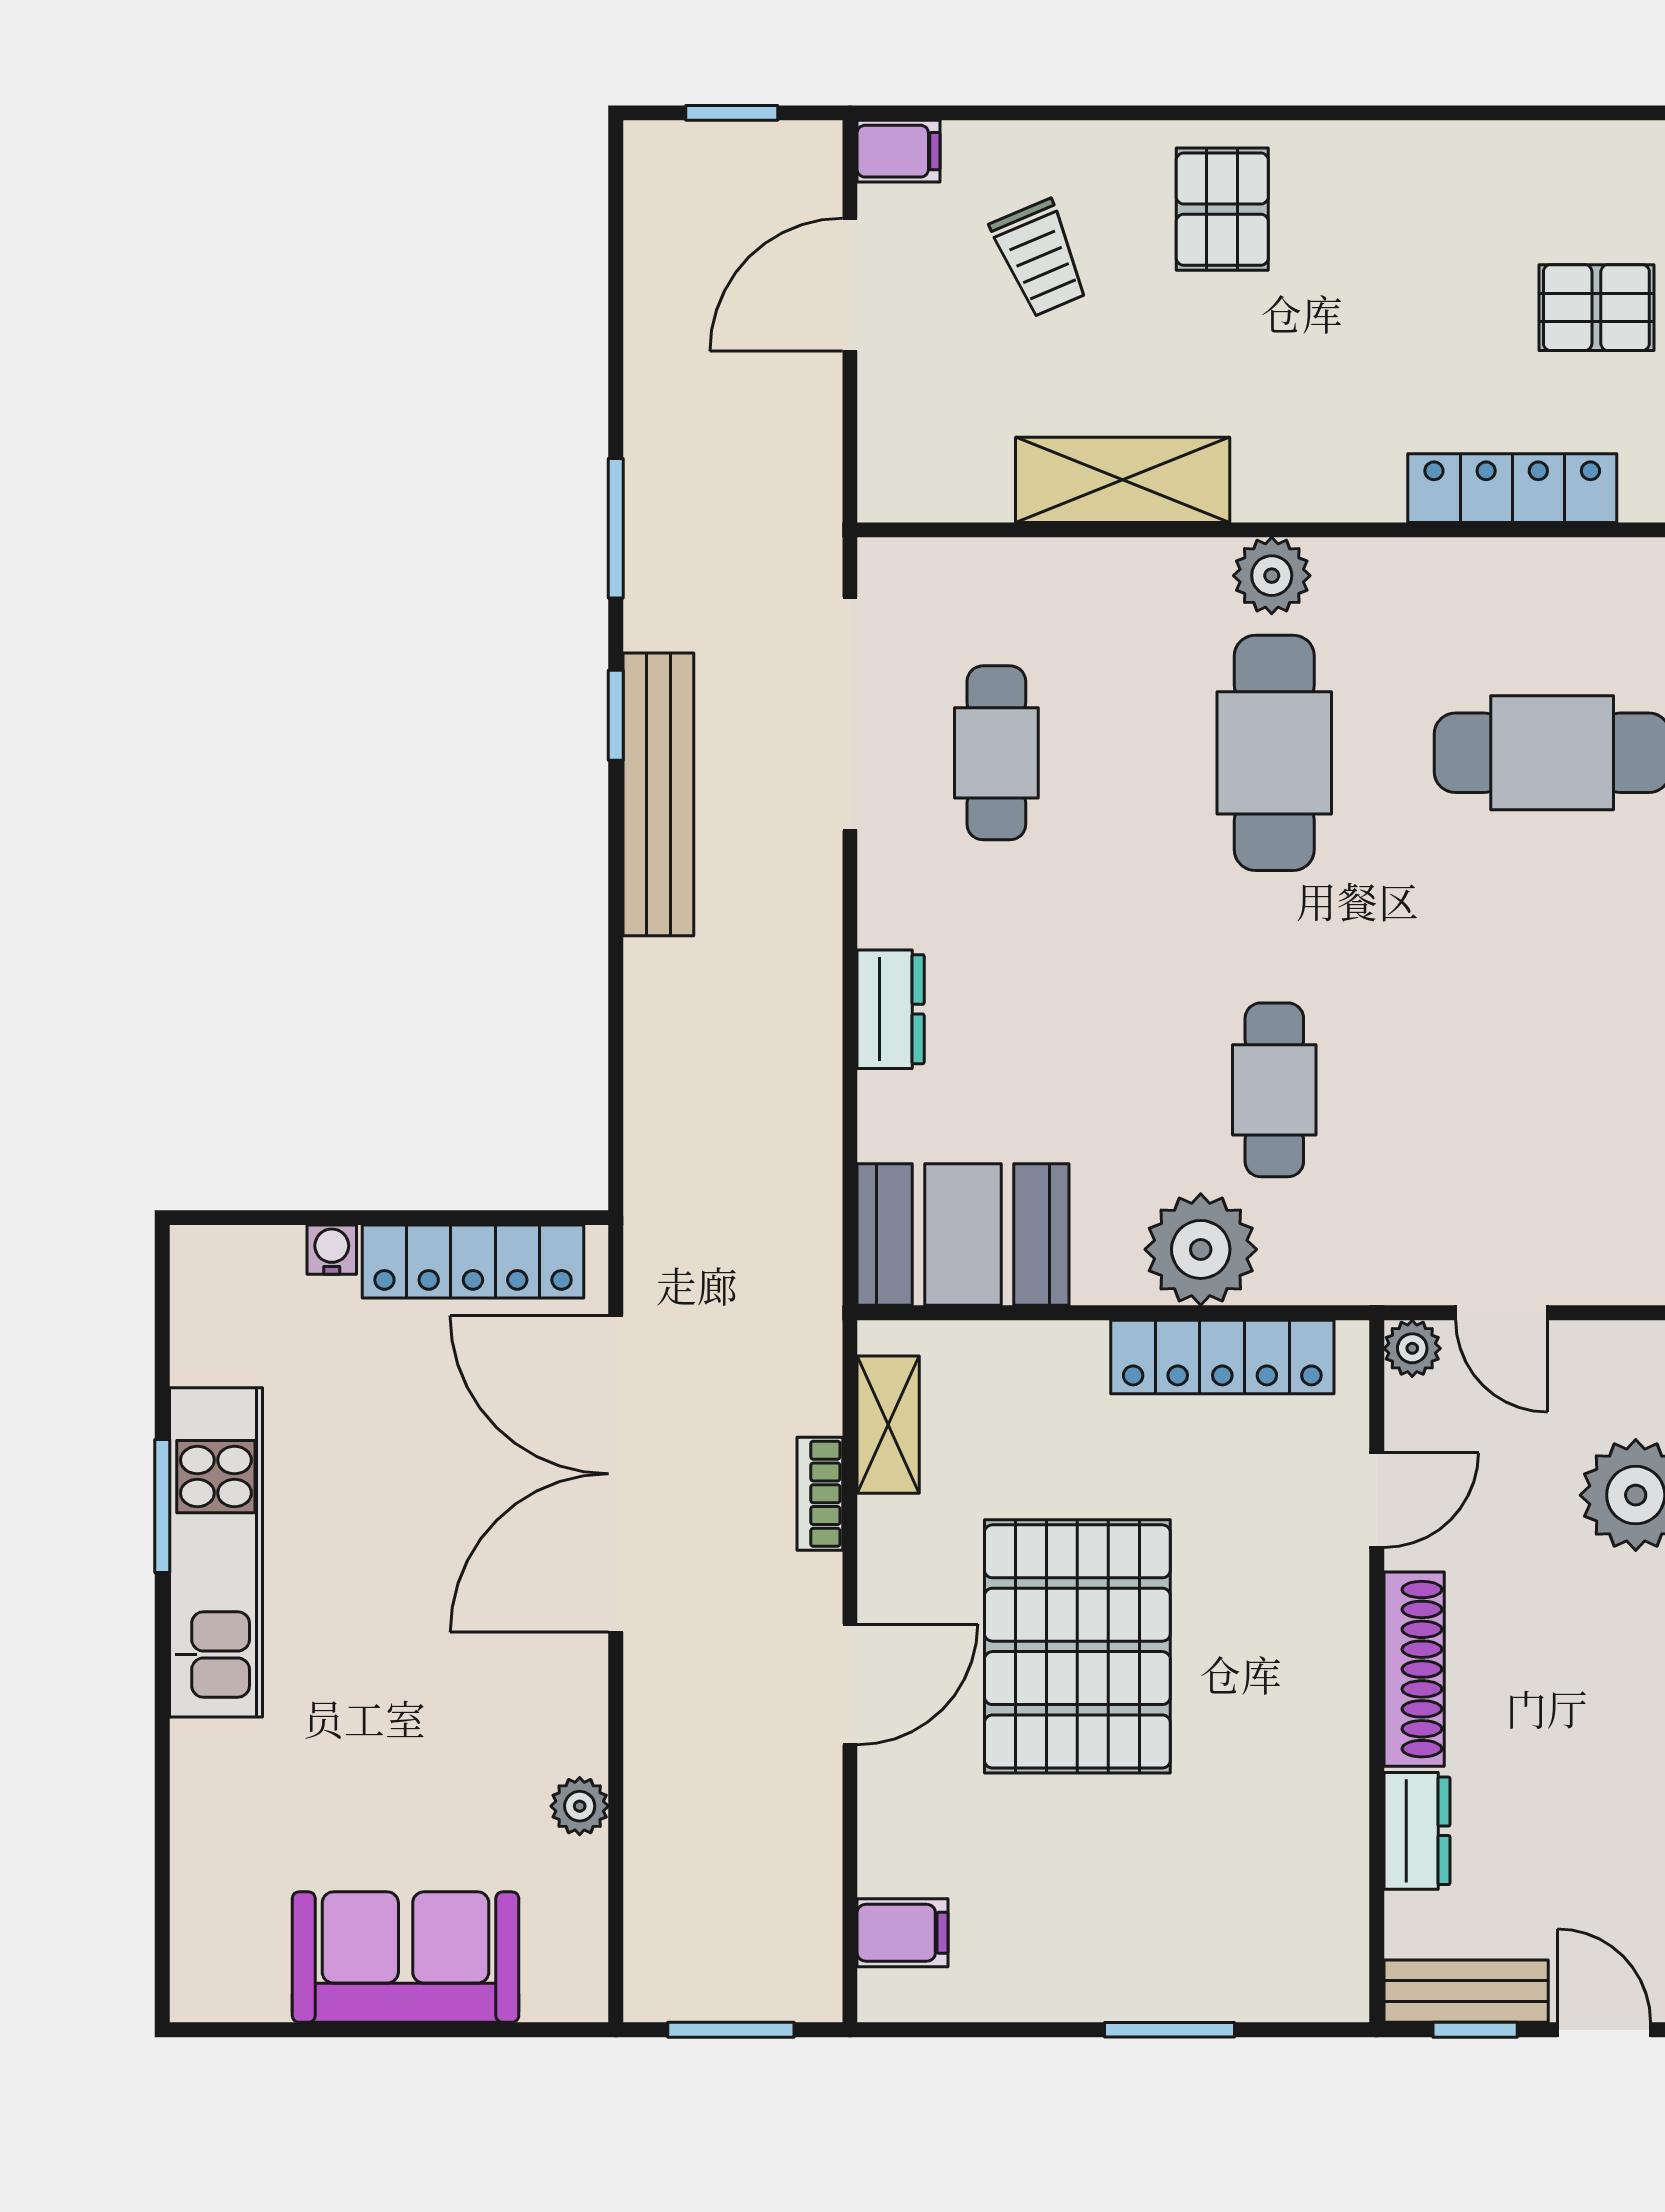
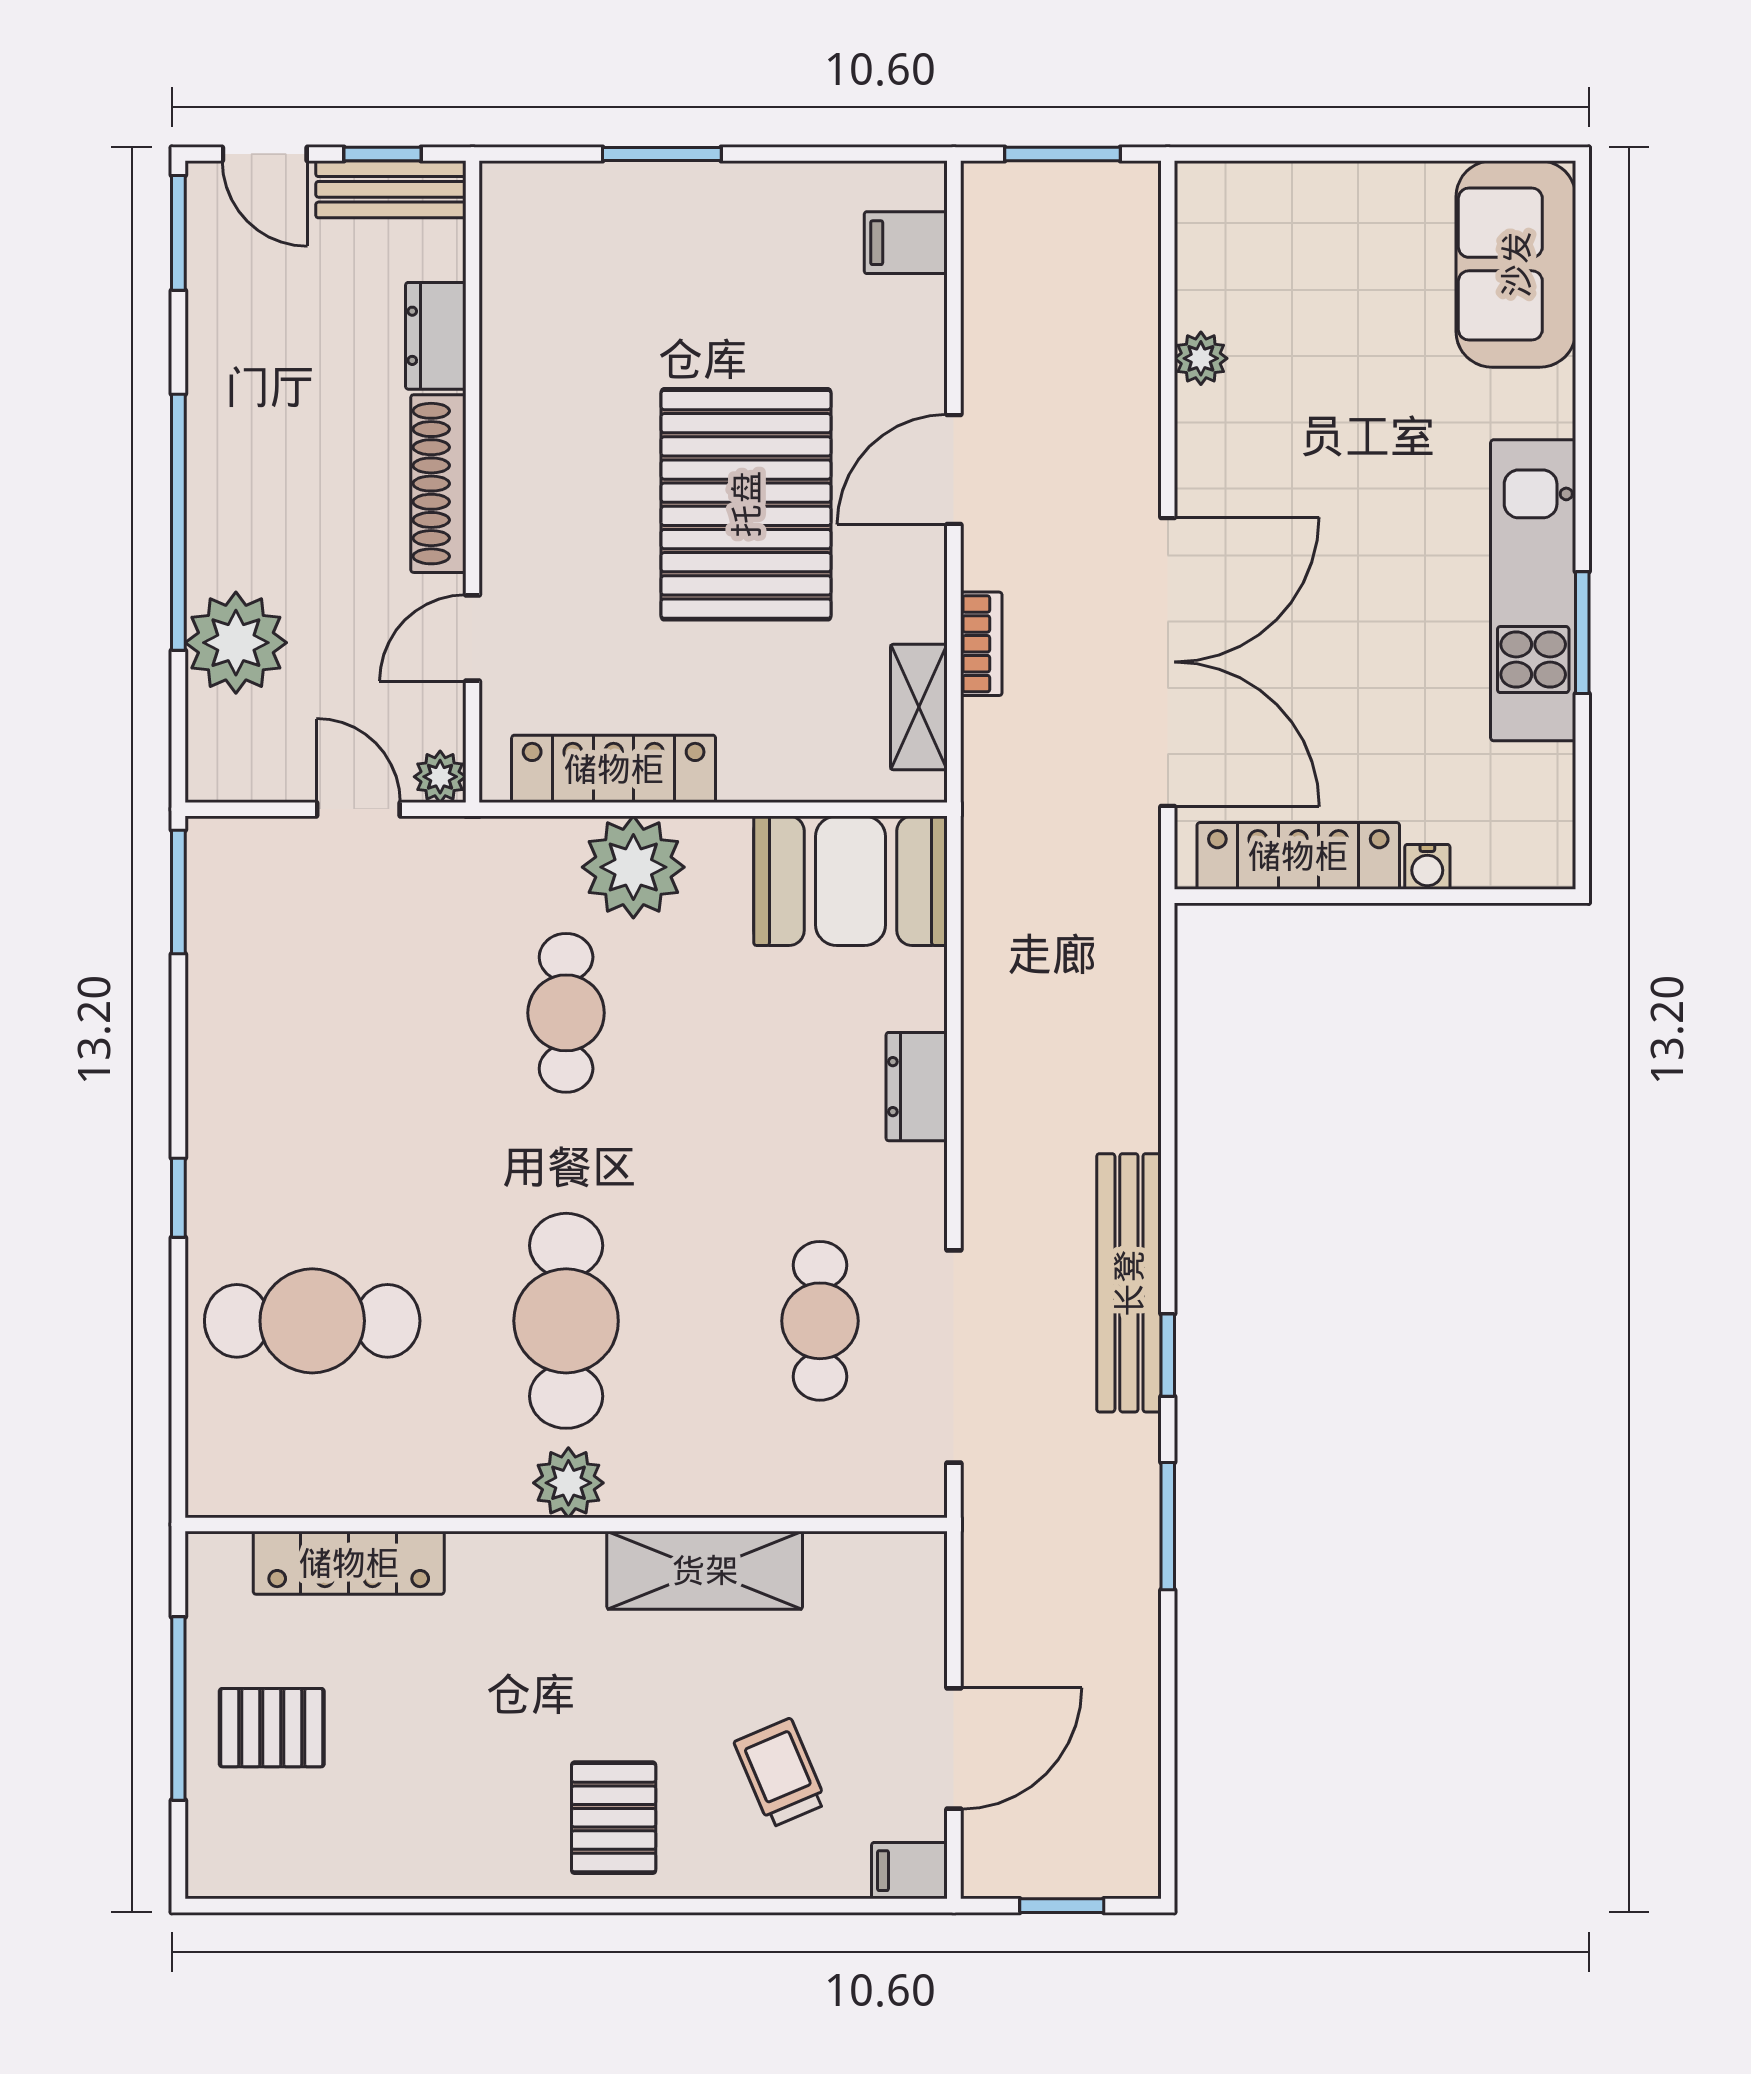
sofa: (406, 1957) -> (1516, 264), moved, turned 90

